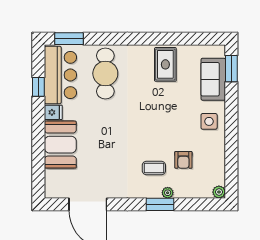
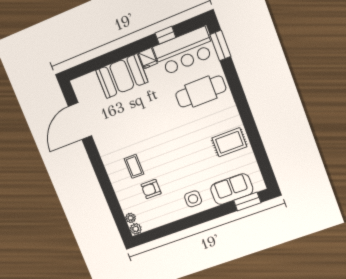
plant: (168, 193) -> (131, 218), moved
window: (160, 204) -> (105, 183), removed

